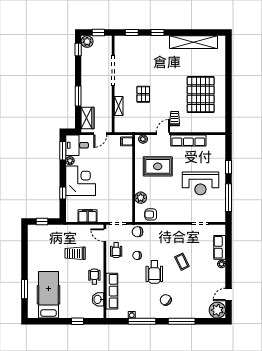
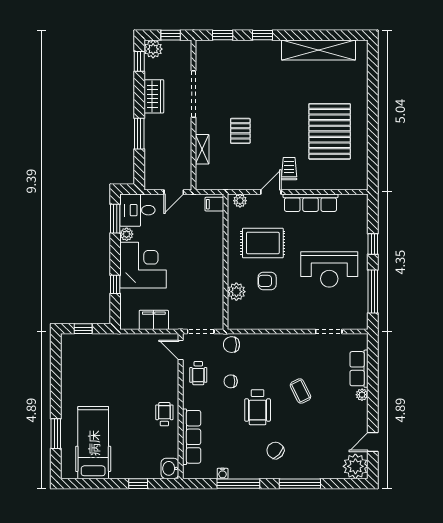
wardrobe: (88, 118) -> (154, 96), moved
armchair: (151, 214) -> (267, 281), moved
trolley: (75, 253) -> (134, 378), removed
washbasin: (98, 299) -> (170, 468), moved

